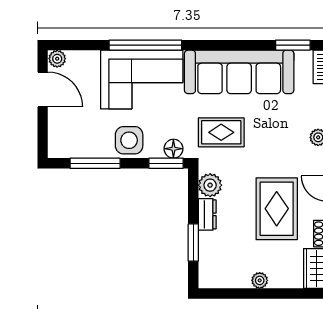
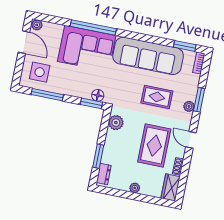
rug: (221, 132) -> (157, 97), moved
side table: (129, 140) -> (40, 72), moved
dresser: (207, 214) -> (104, 174), moved

